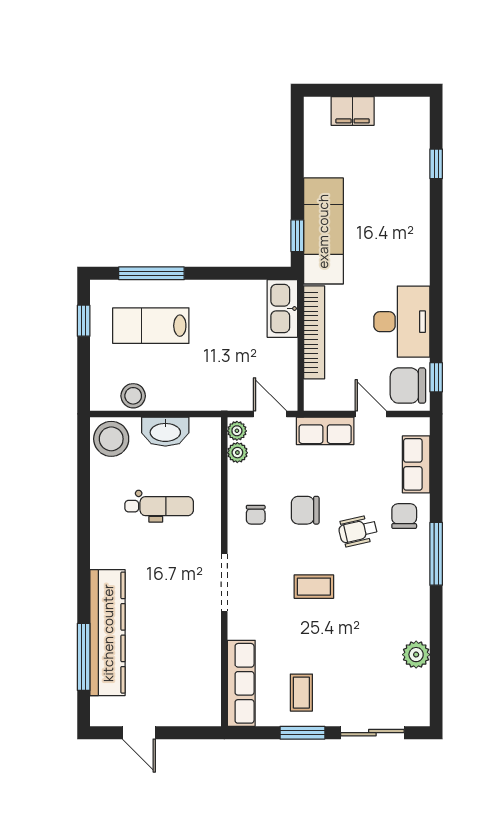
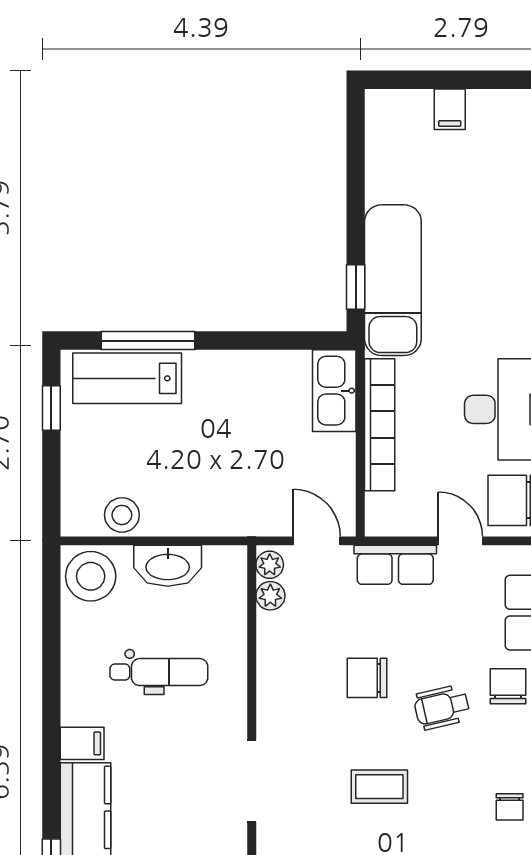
filing cabinet: (353, 111) -> (450, 109), width x0.50
lab bench: (151, 326) -> (127, 378), moved
chair: (256, 515) -> (510, 807), moved
filing cabinet: (105, 556) -> (82, 743), added

